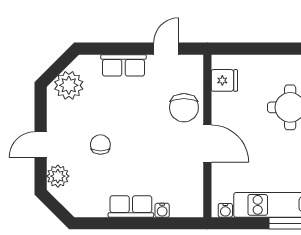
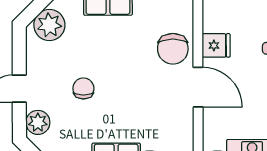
fridge: (224, 80) -> (216, 45), moved

